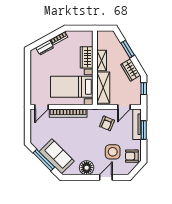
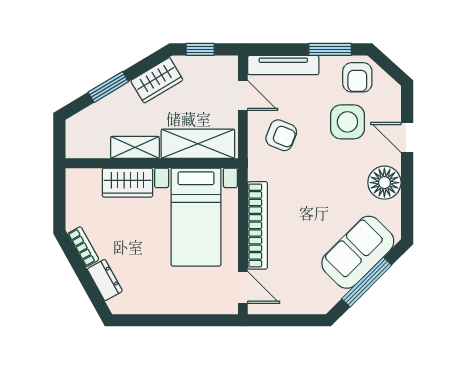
window: (144, 130) -> (330, 49), moved

